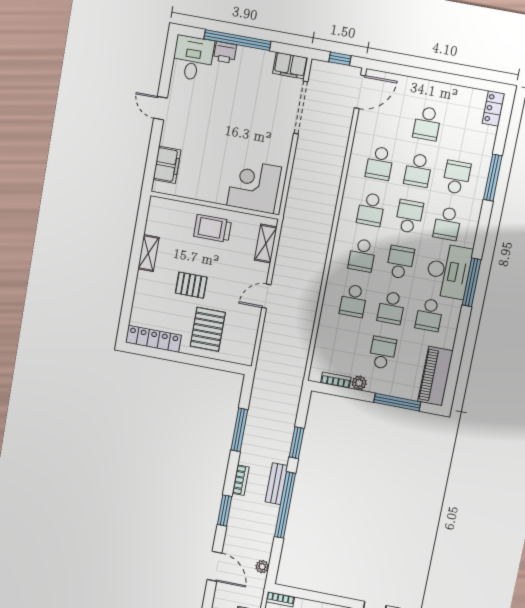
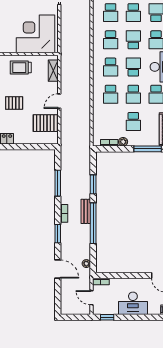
corner desk: (254, 186) -> (36, 34), width x1.36, depth x1.36
pallet: (208, 329) -> (45, 123), moved, turned 90
school desk: (382, 353) -> (133, 122), turned 180

